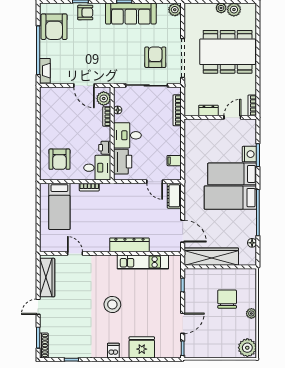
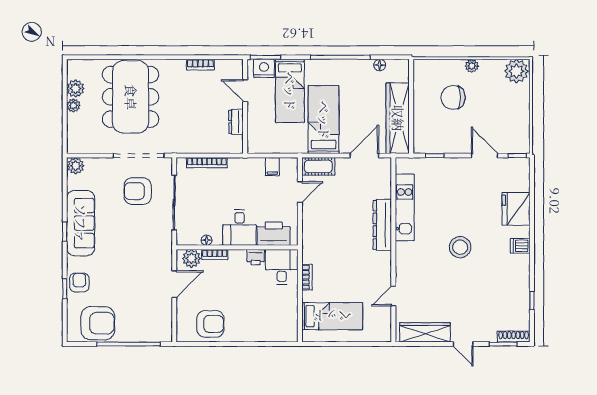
fireplace: (45, 71) -> (155, 335), removed
dresser: (208, 110) -> (236, 122), moved
wall: (220, 117) -> (245, 106), moved
door: (232, 117) -> (245, 91), moved
armchair: (59, 159) -> (210, 324), moved
bed: (230, 198) -> (324, 120), moved, turned 180

